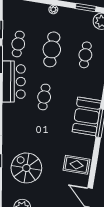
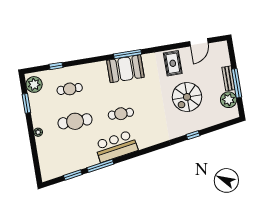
cafe table: (18, 44) -> (80, 154), removed
spiral stairs: (26, 168) -> (187, 97), moved

